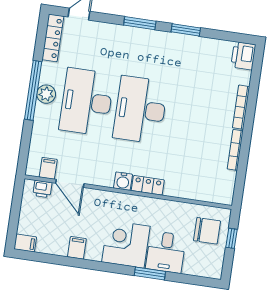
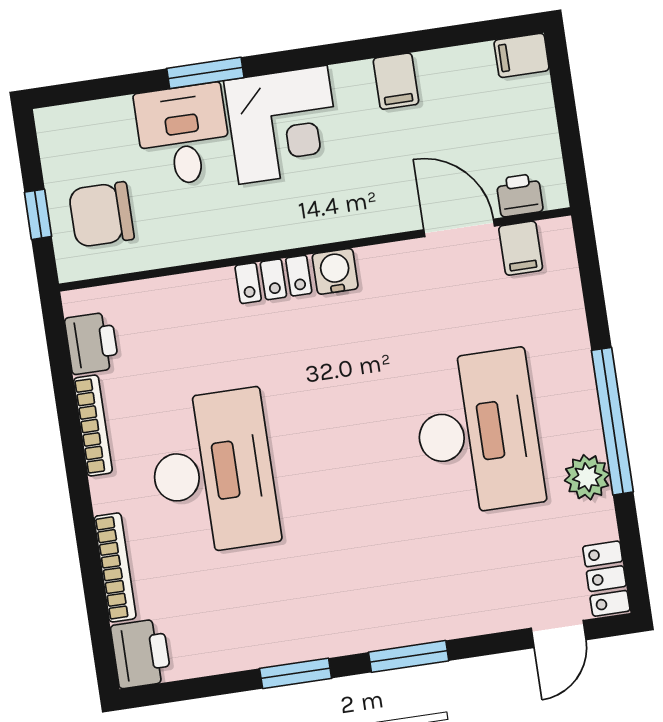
locker: (53, 38) -> (606, 579), width x0.66
plant: (46, 94) -> (587, 477), moved
bookcase: (241, 107) -> (115, 567), moved
desk: (140, 110) -> (213, 472), moved
printer: (226, 182) -> (92, 343), added

